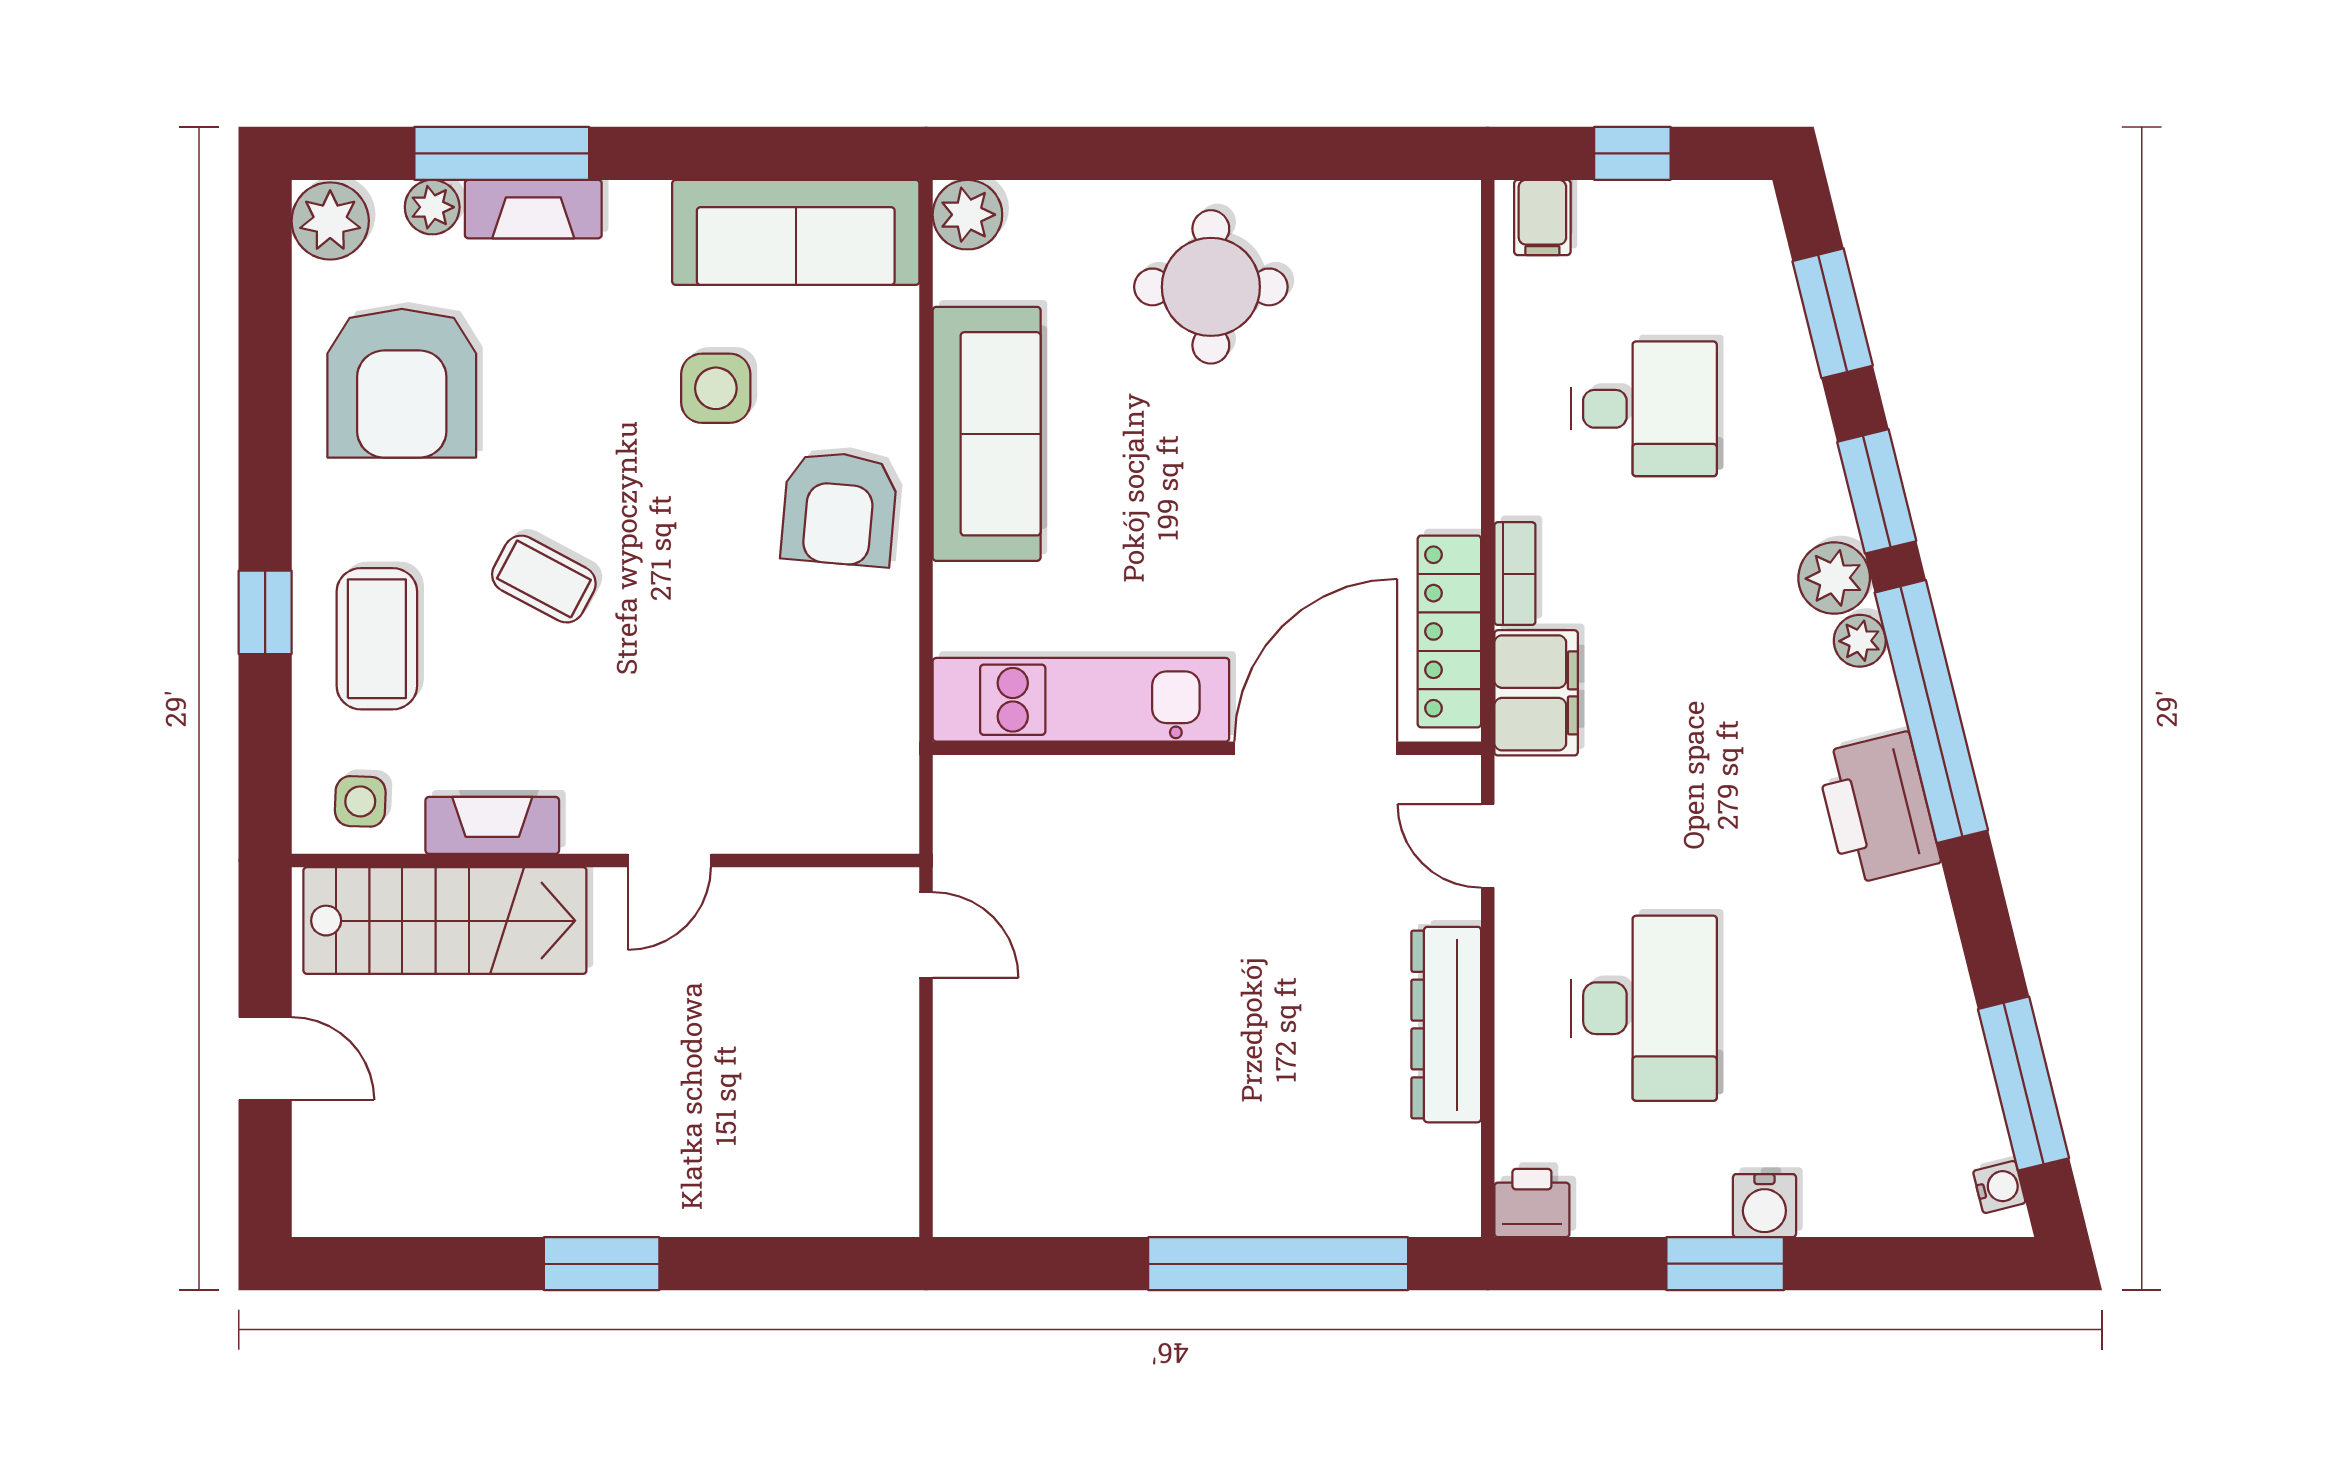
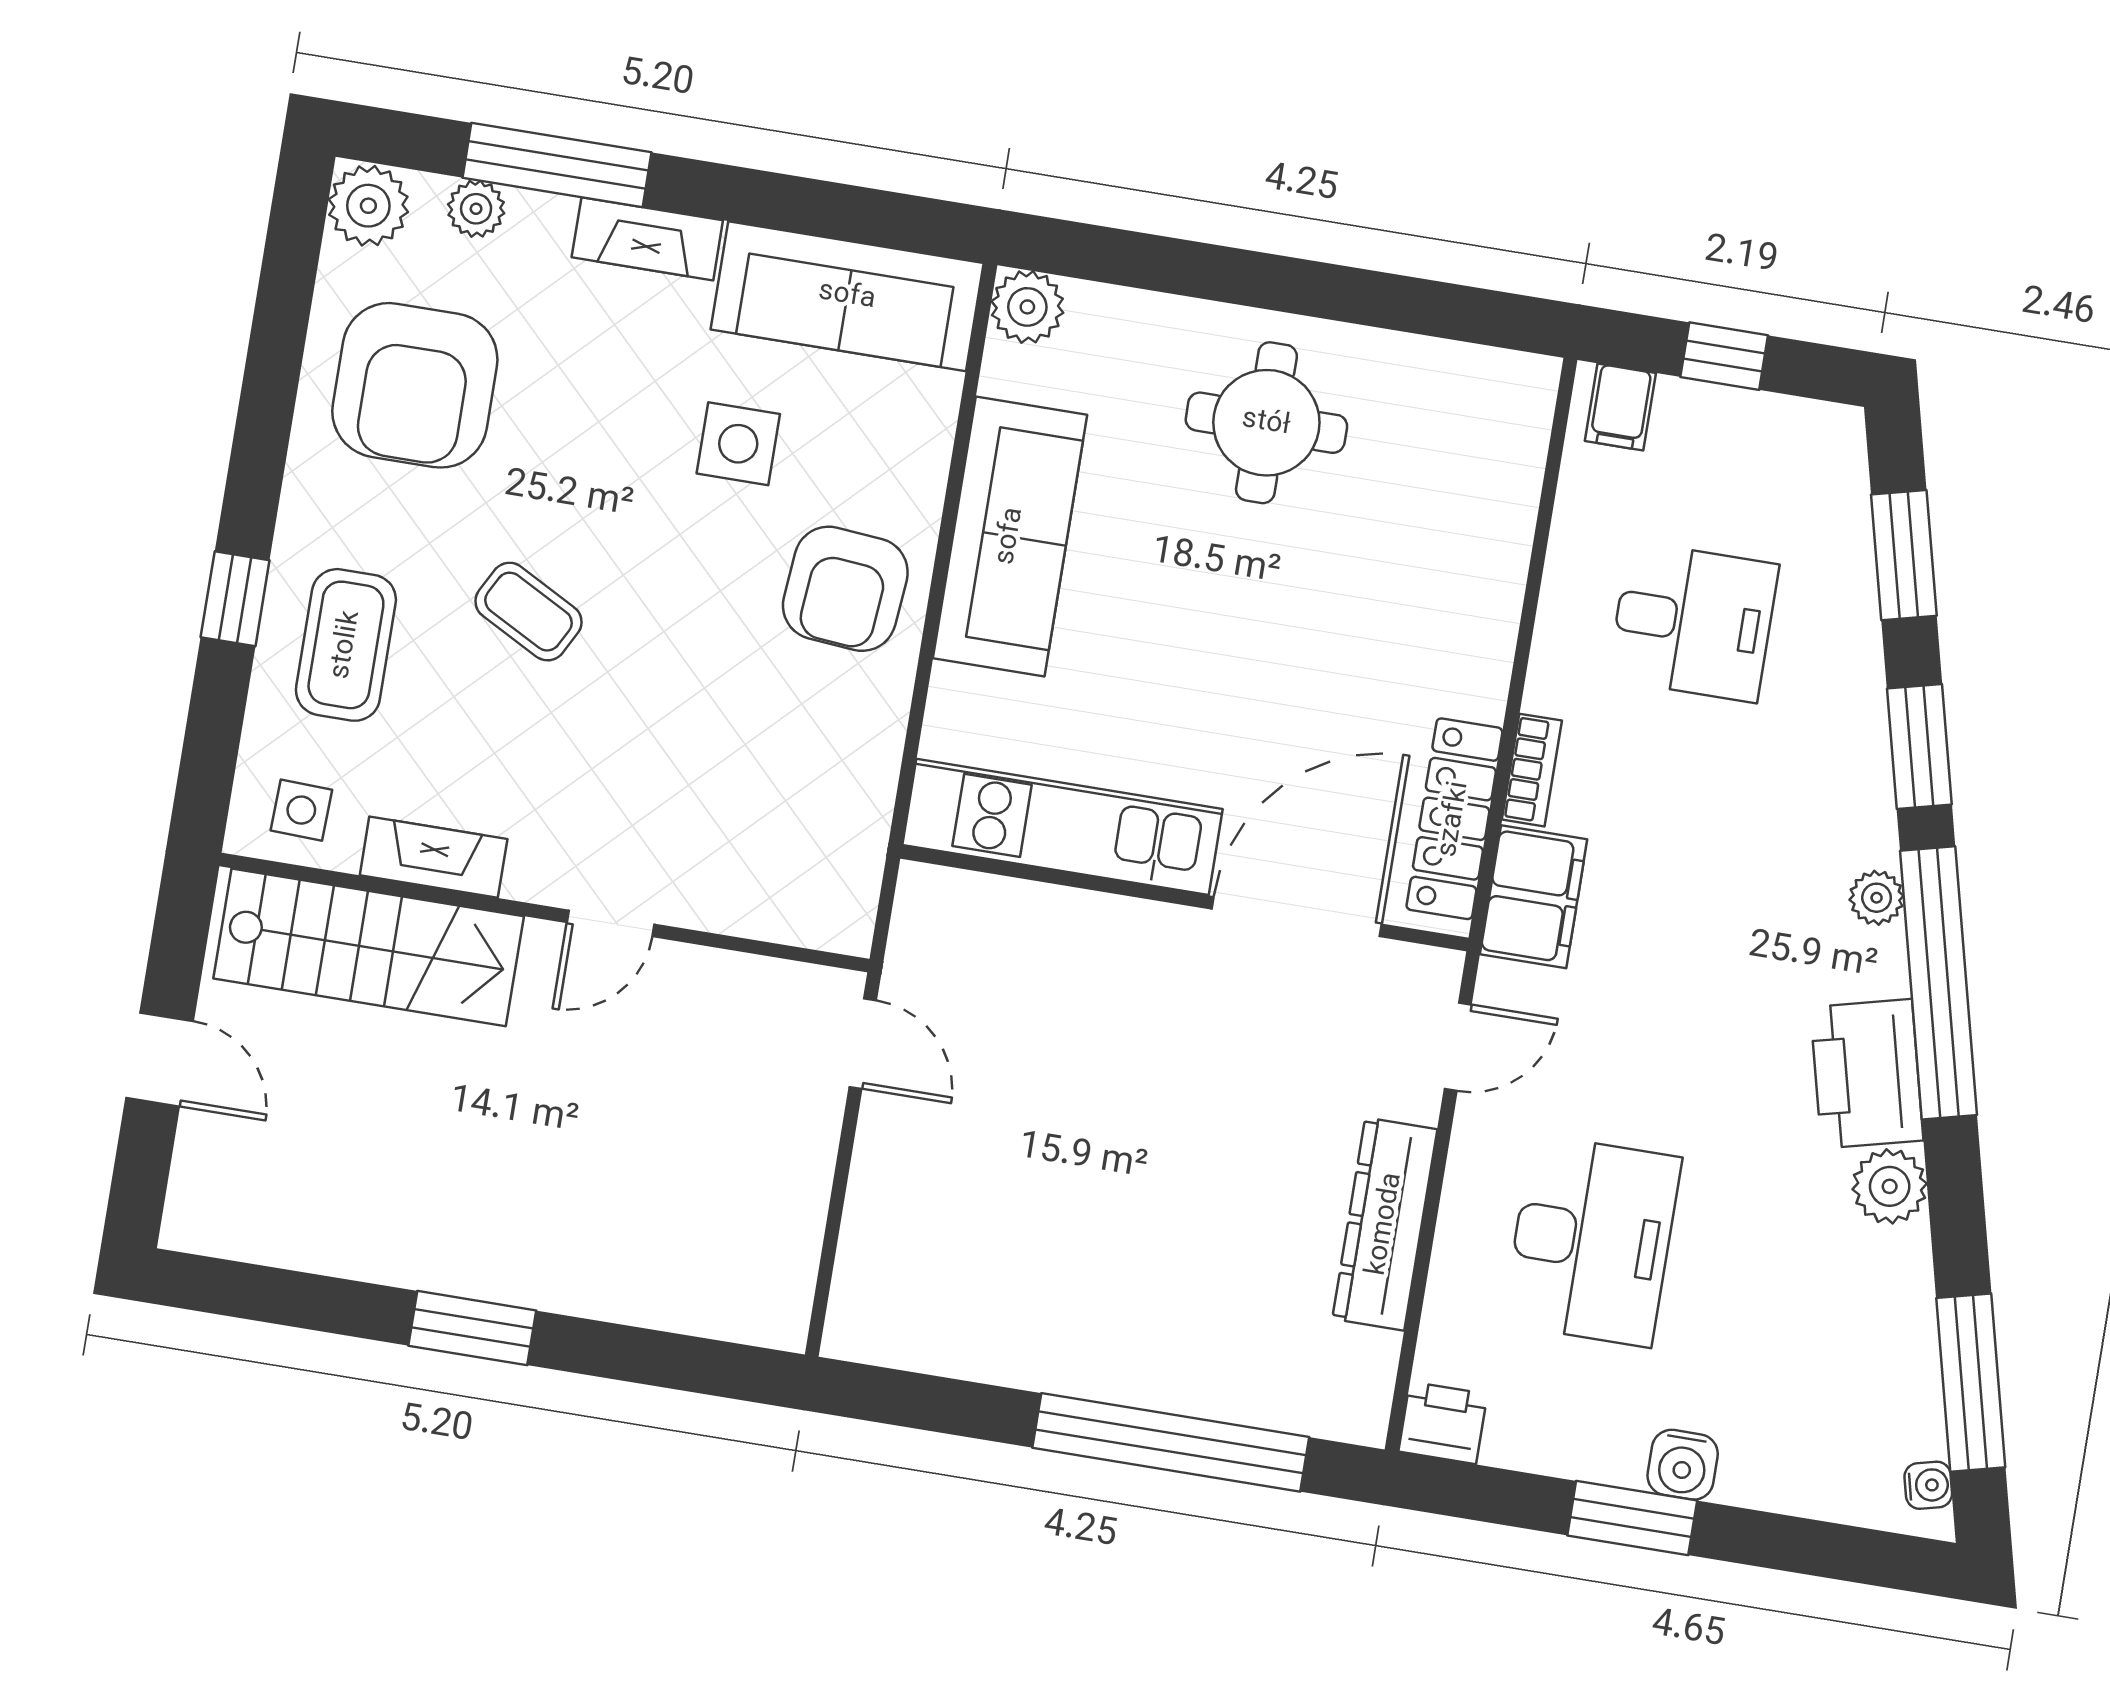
fireplace: (533, 209) -> (647, 239), moved
plant: (1834, 578) -> (1890, 1186), moved
door: (1488, 846) -> (1458, 1047), swing flipped

